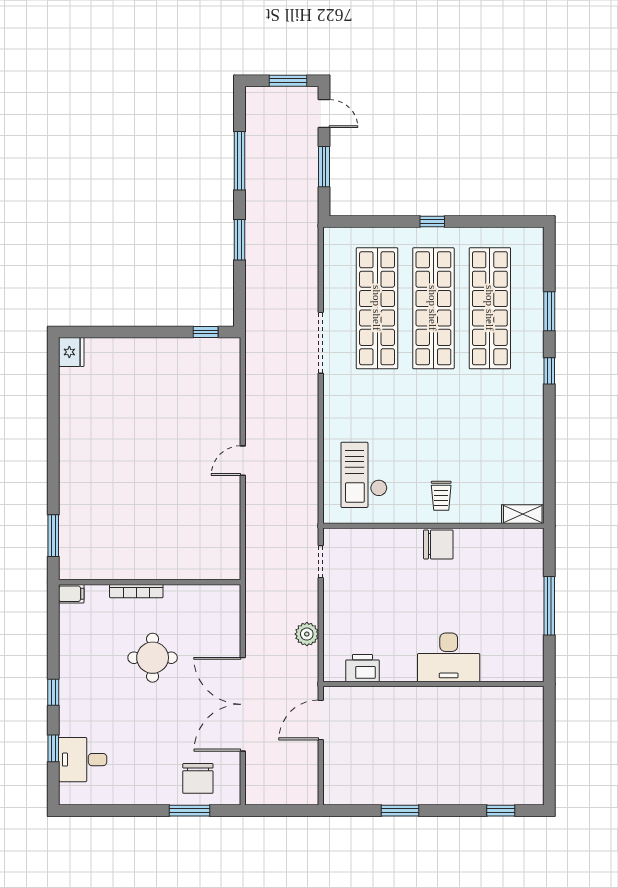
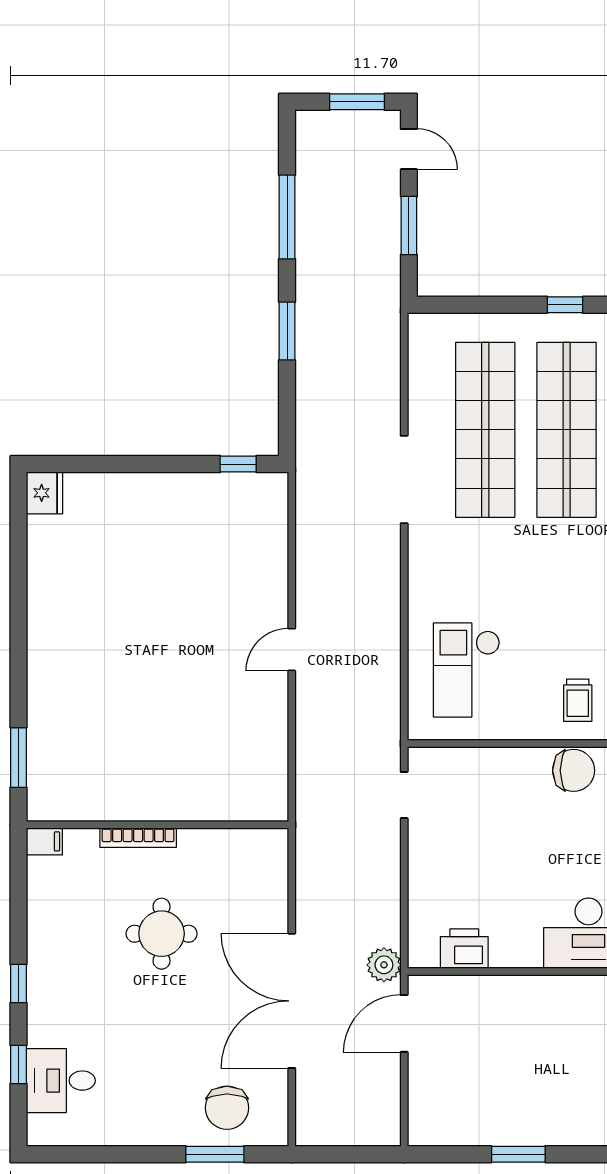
plant: (307, 634) -> (384, 965), moved

